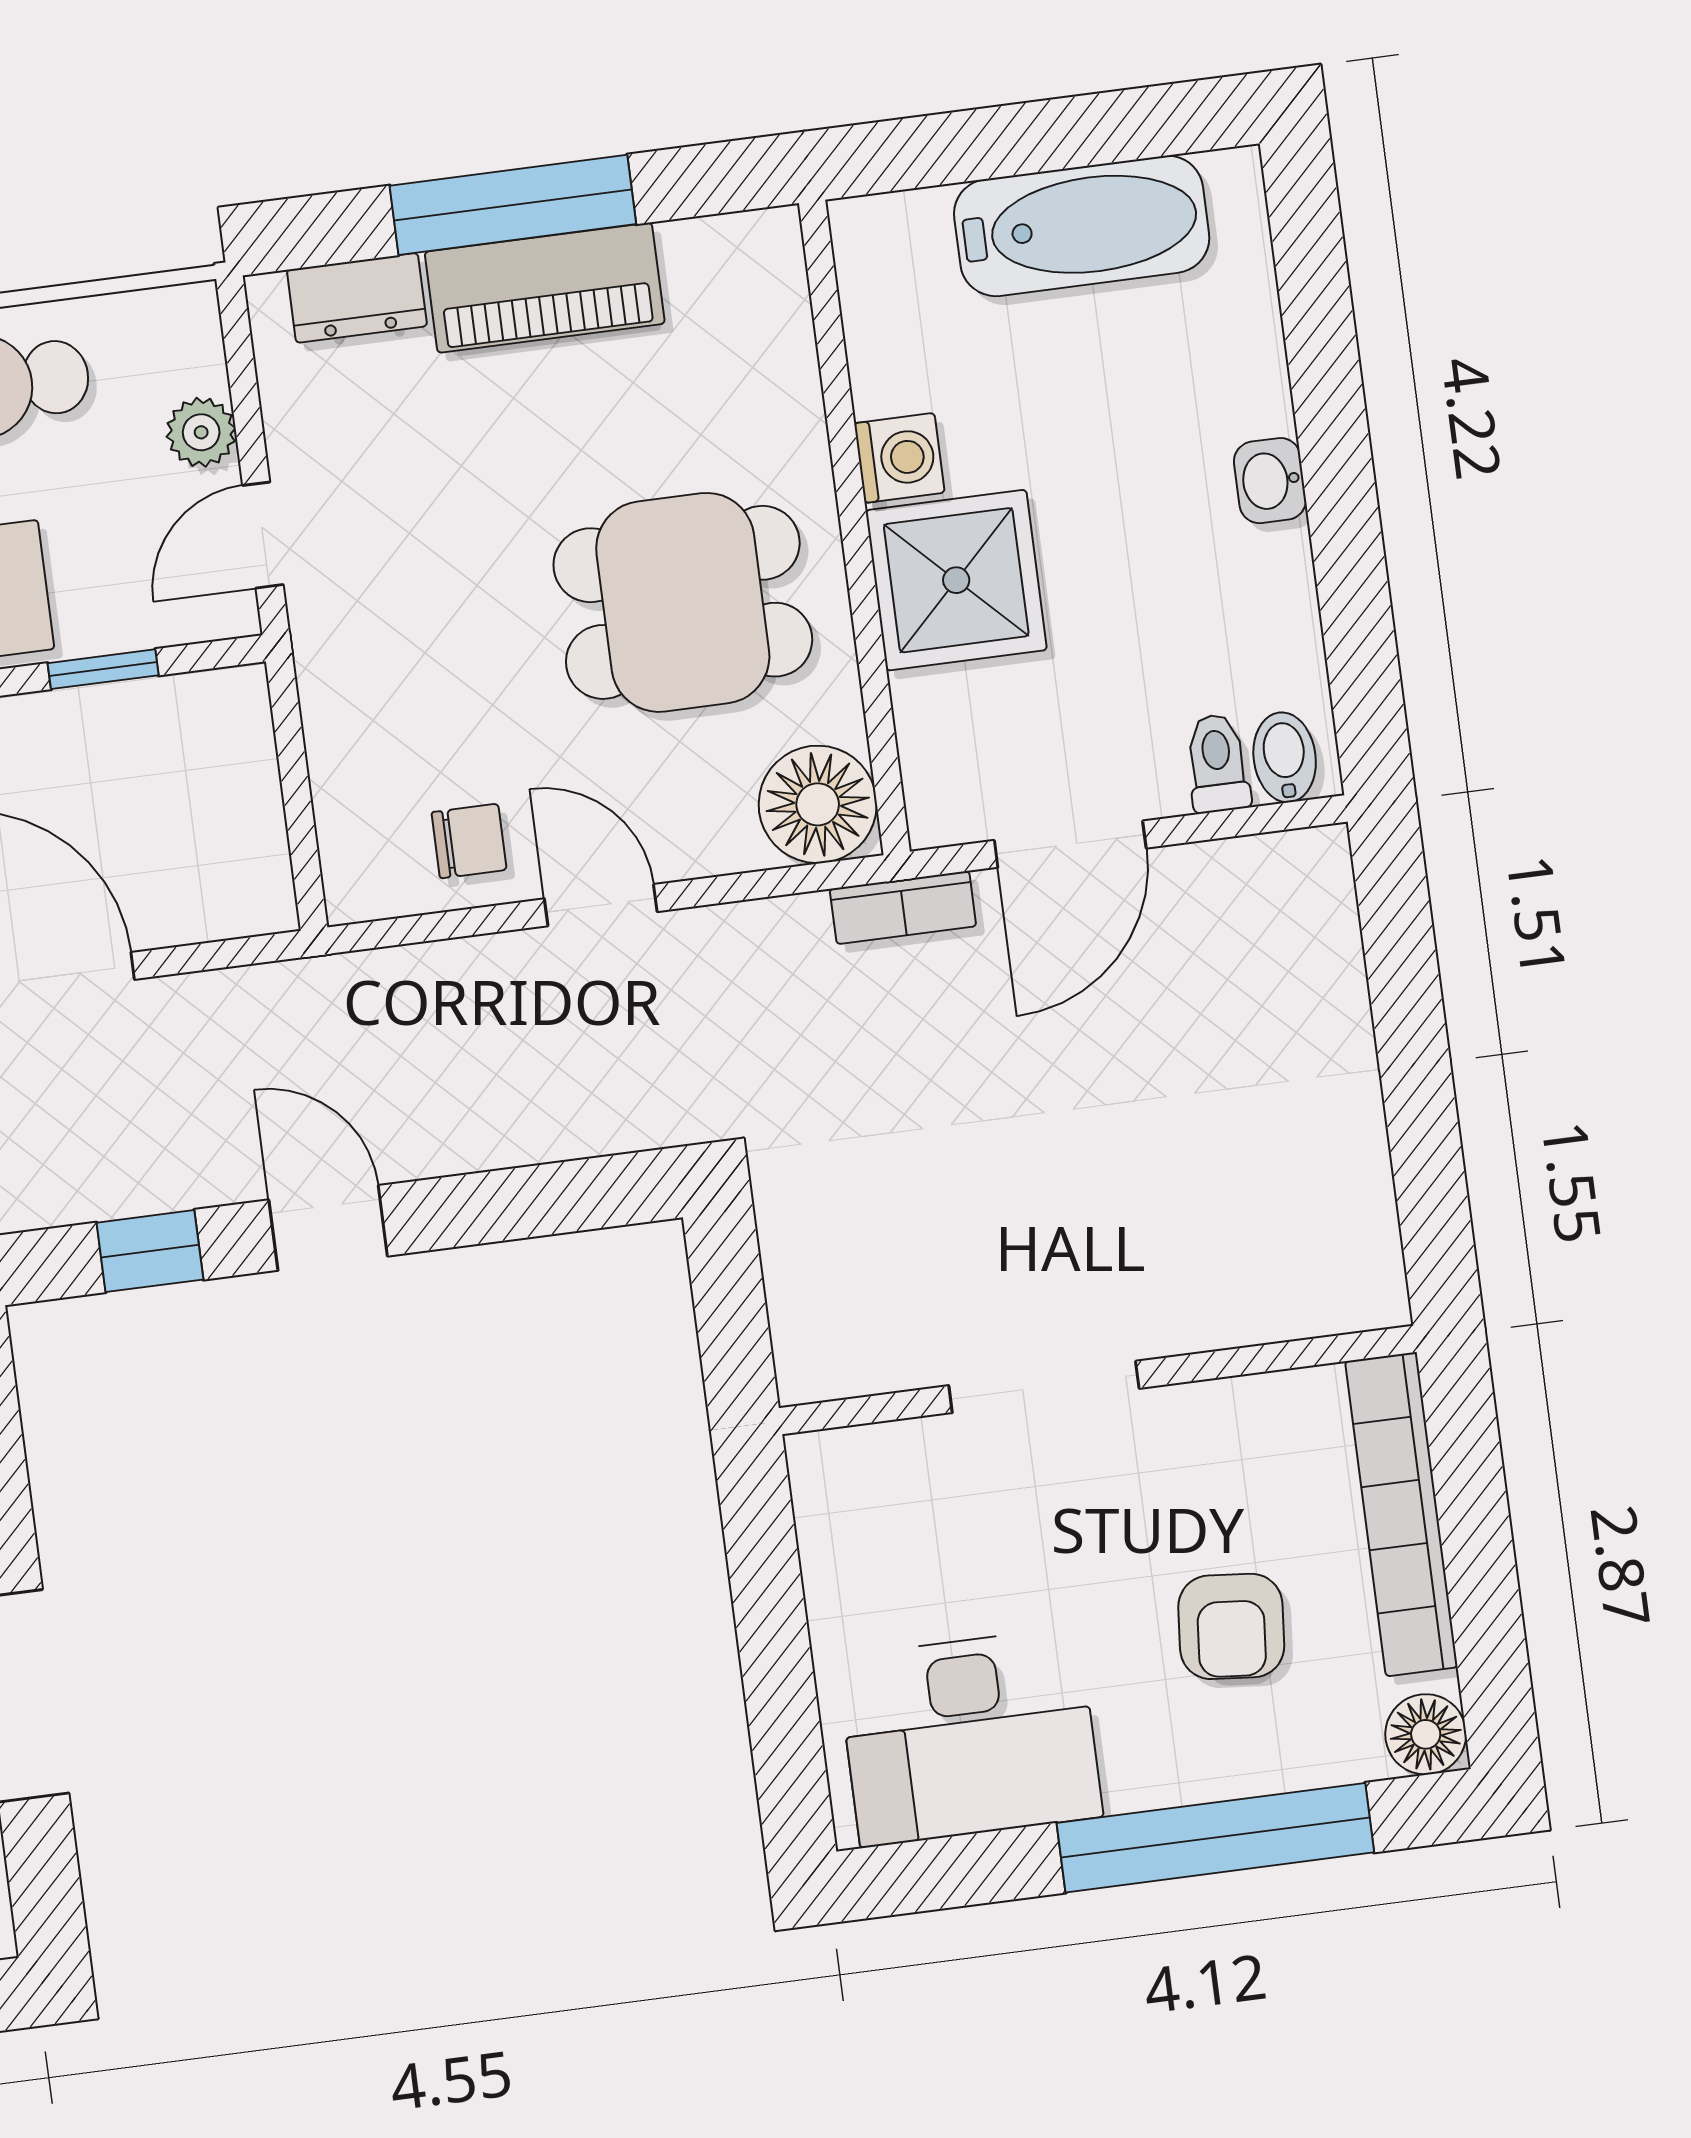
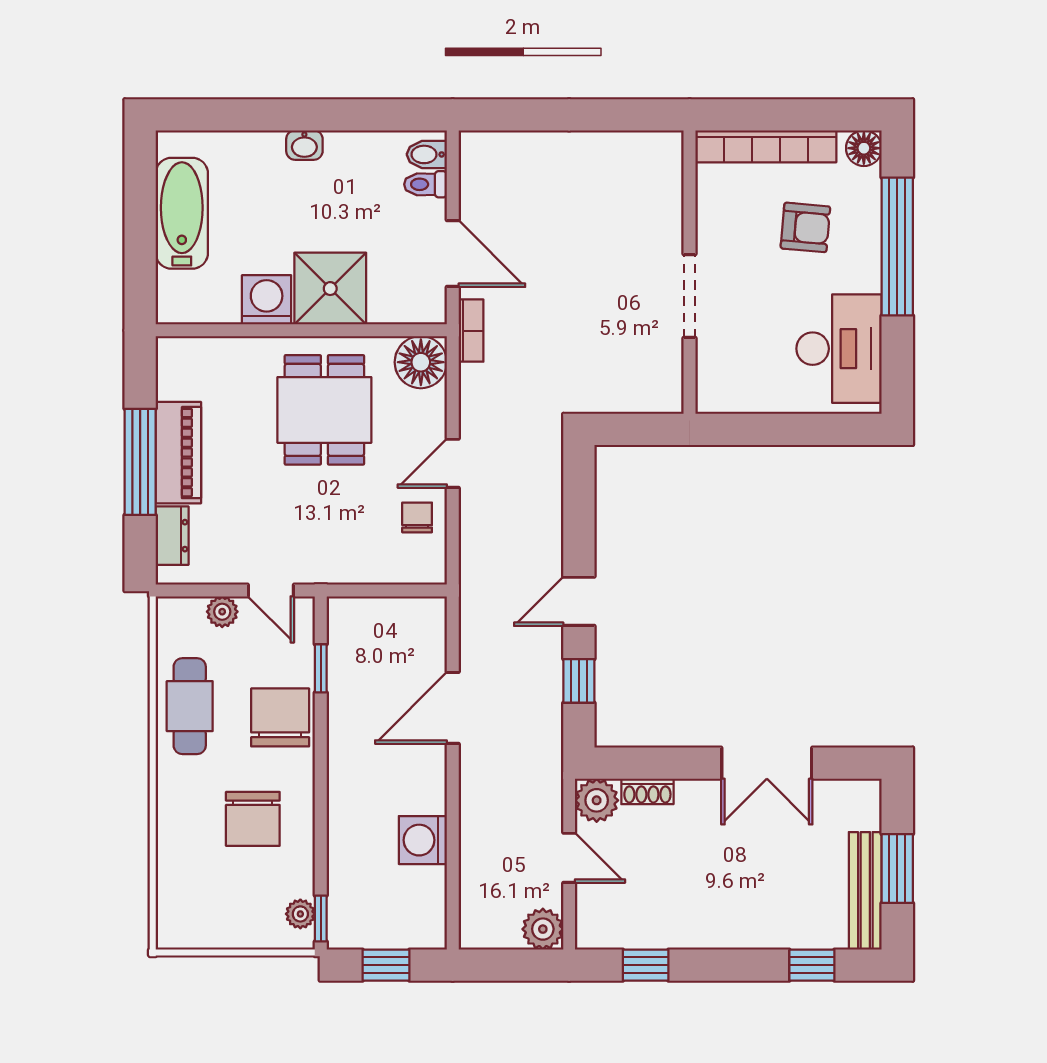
washing machine: (899, 458) -> (267, 300), width x1.38, depth x1.38

